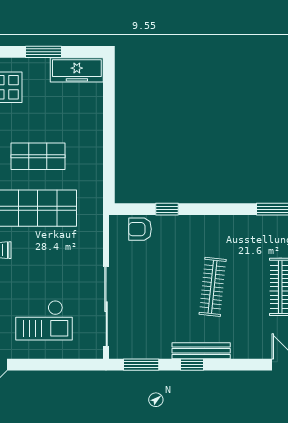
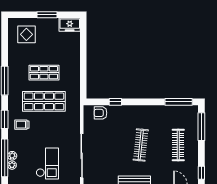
freezer: (77, 70) -> (70, 25), width x0.71
checkout: (44, 320) -> (47, 164), turned -90

